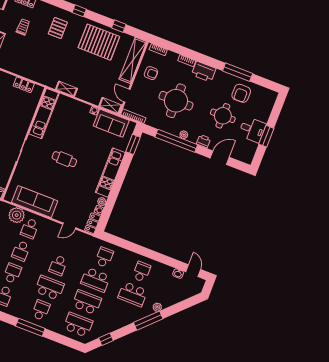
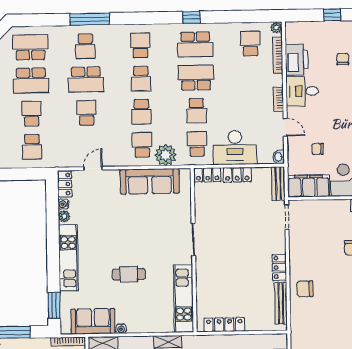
locker: (24, 85) -> (224, 325), width x1.53
cafe table: (64, 159) -> (129, 274), moved
school desk: (21, 251) -> (141, 112), turned 180
school desk: (95, 280) -> (32, 114), width x0.54
school desk: (78, 325) -> (30, 47), turned 180

